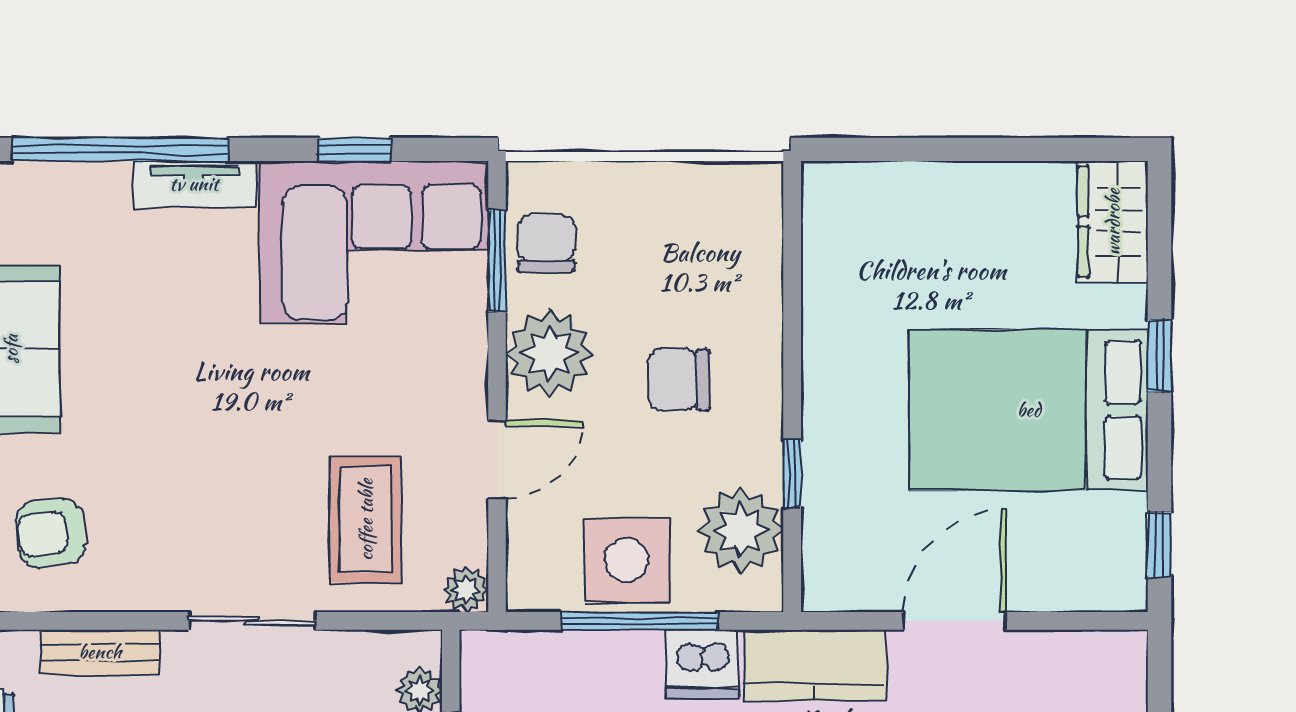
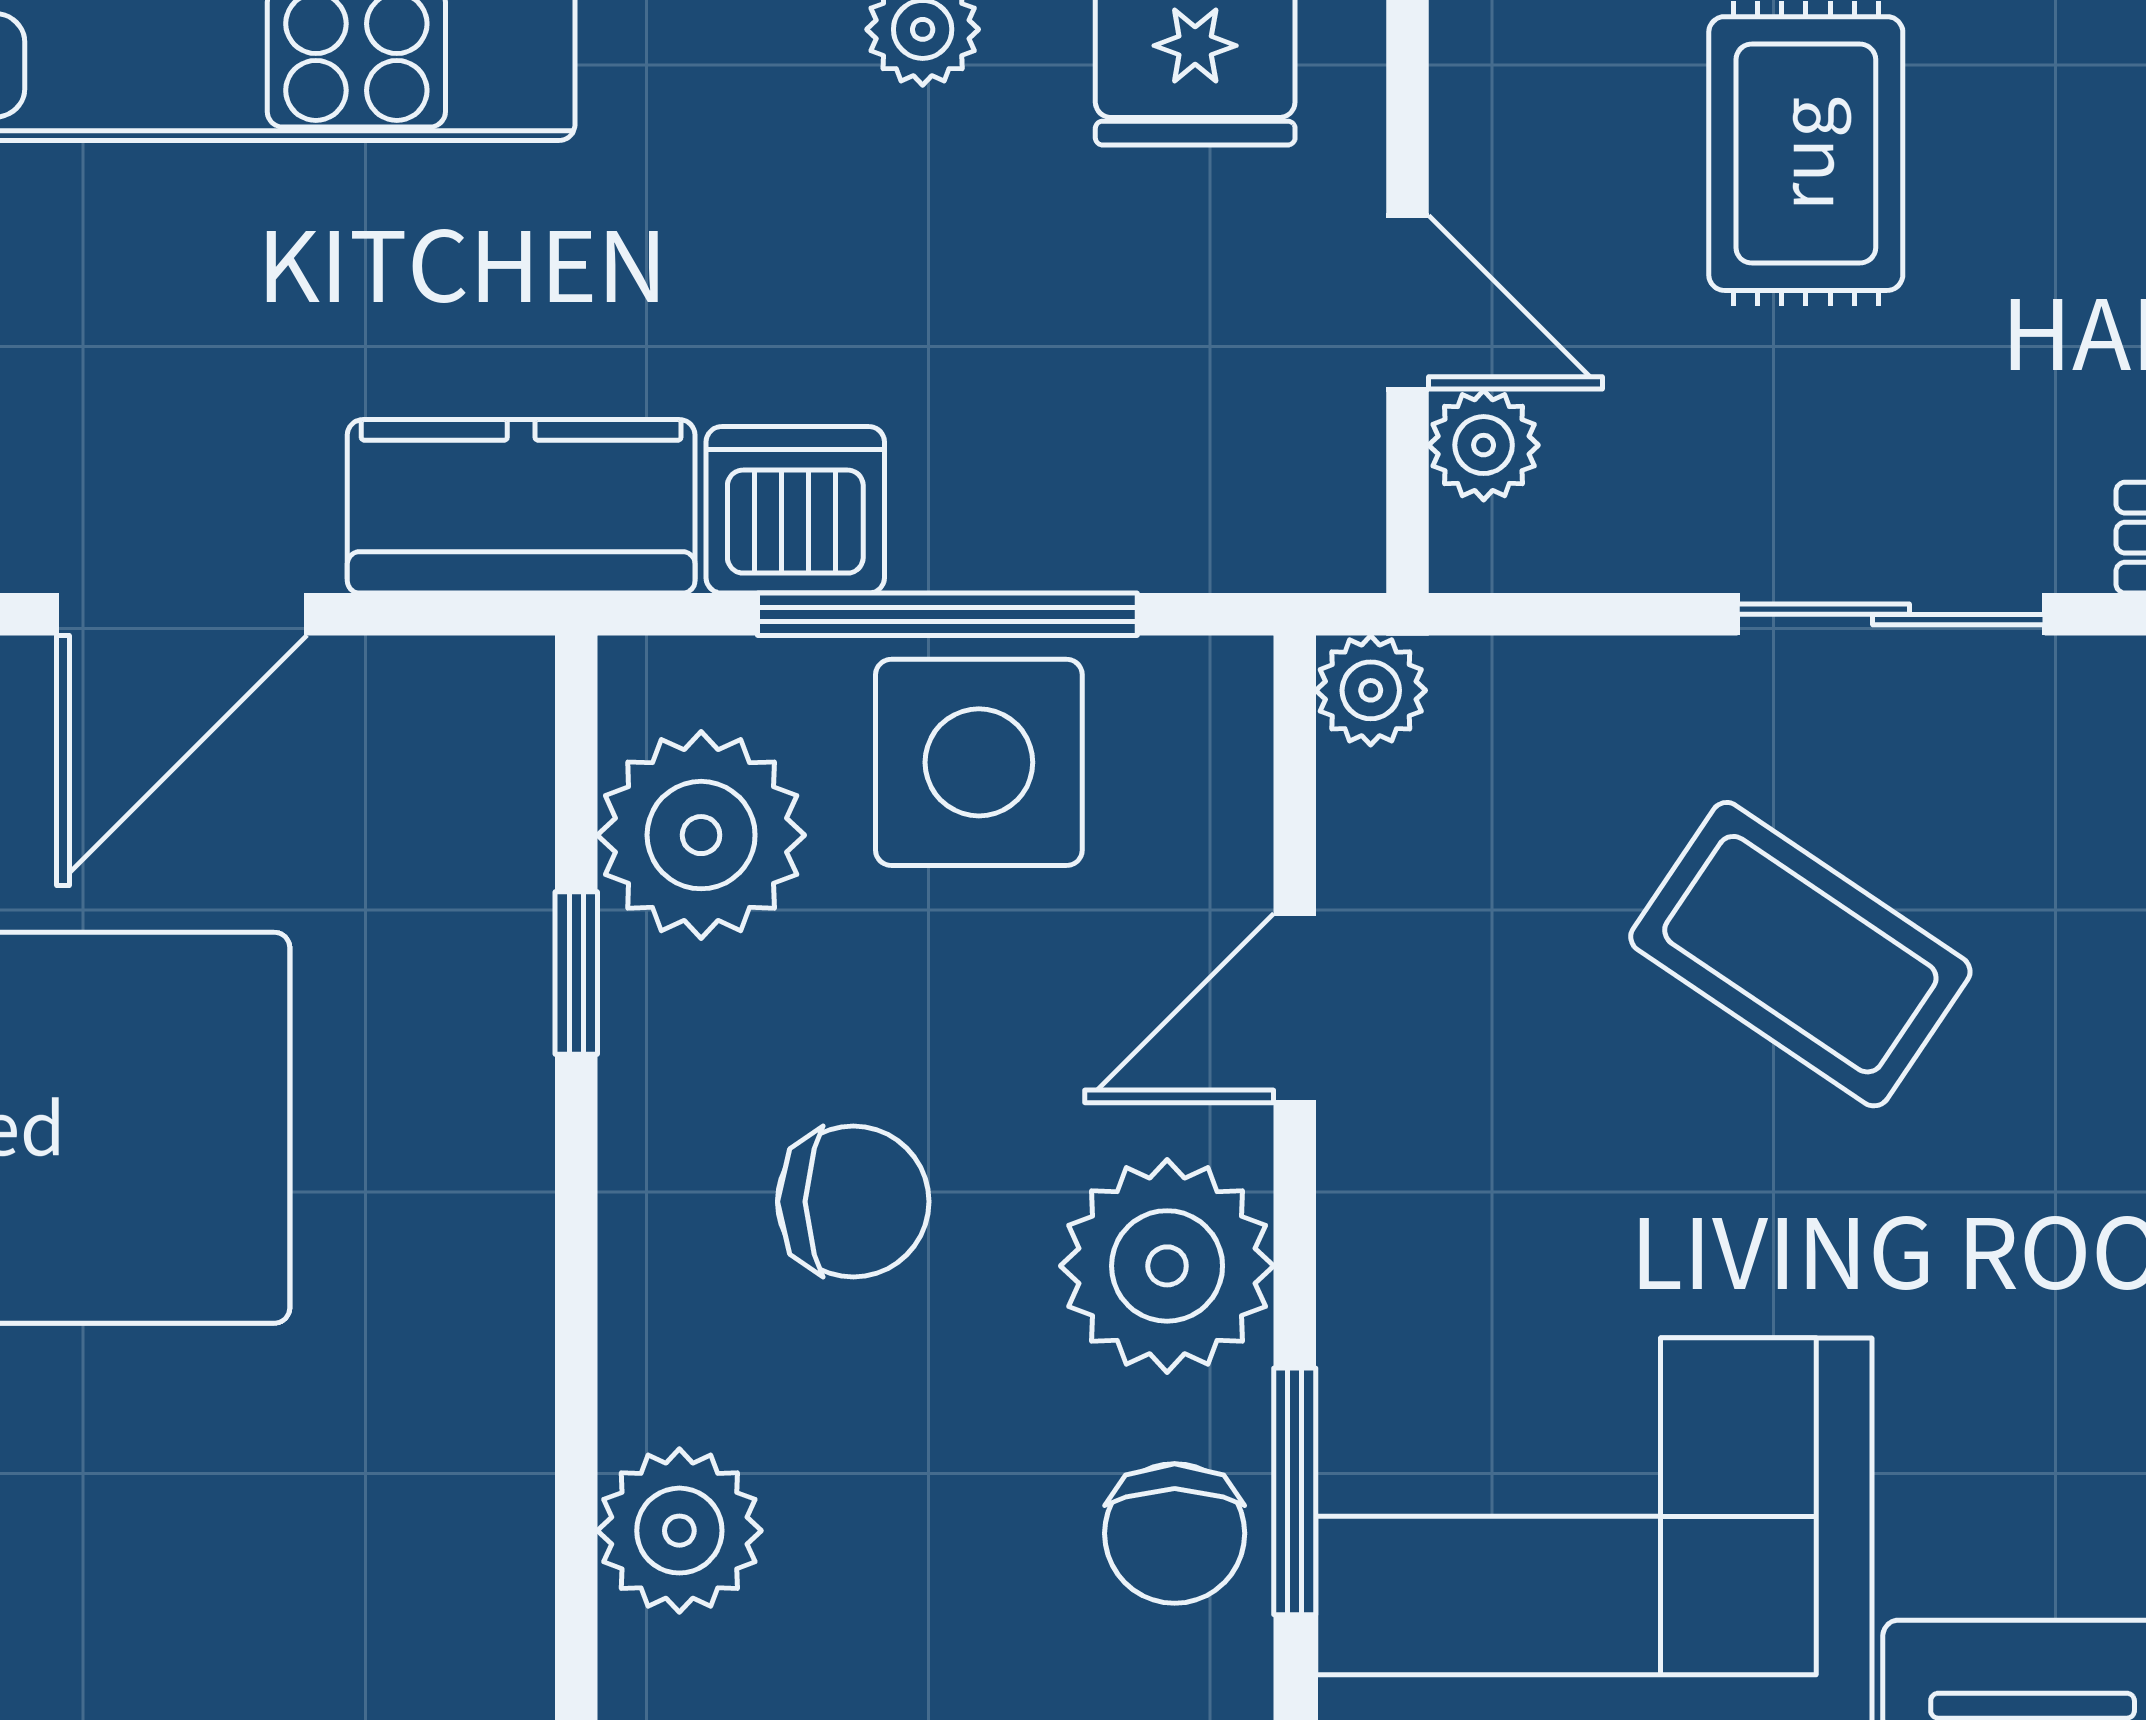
plant: (750, 245) -> (679, 1531), added
coffee table: (366, 520) -> (1800, 954), moved, turned -56

